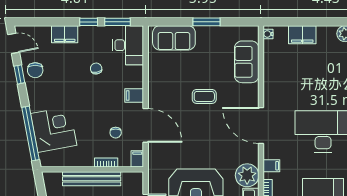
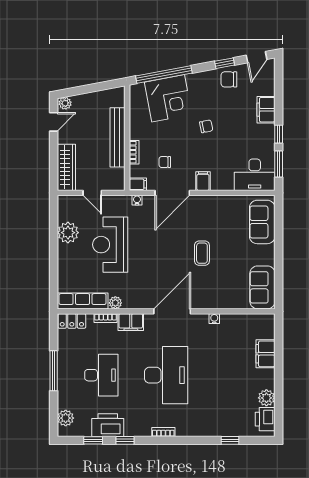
window: (207, 22) -> (279, 255), removed
water cooler: (268, 34) -> (214, 319), moved
sofa: (247, 62) -> (262, 287), moved, turned -90
chair: (96, 69) -> (206, 126), moved
water cooler: (153, 160) -> (137, 200), added
filing cabinet: (271, 166) -> (131, 322), width x2.00
plant: (247, 175) -> (115, 303), width x0.53, depth x0.53

